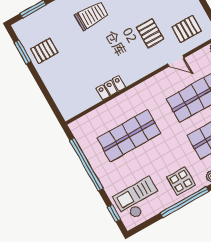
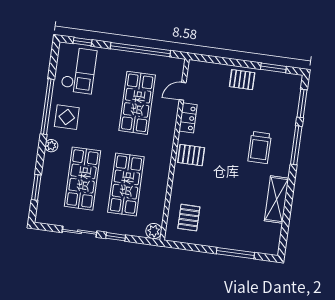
pallet: (150, 33) -> (191, 155), moved
pallet: (44, 51) -> (242, 80), moved, turned 90
door: (176, 61) -> (183, 91), moved

